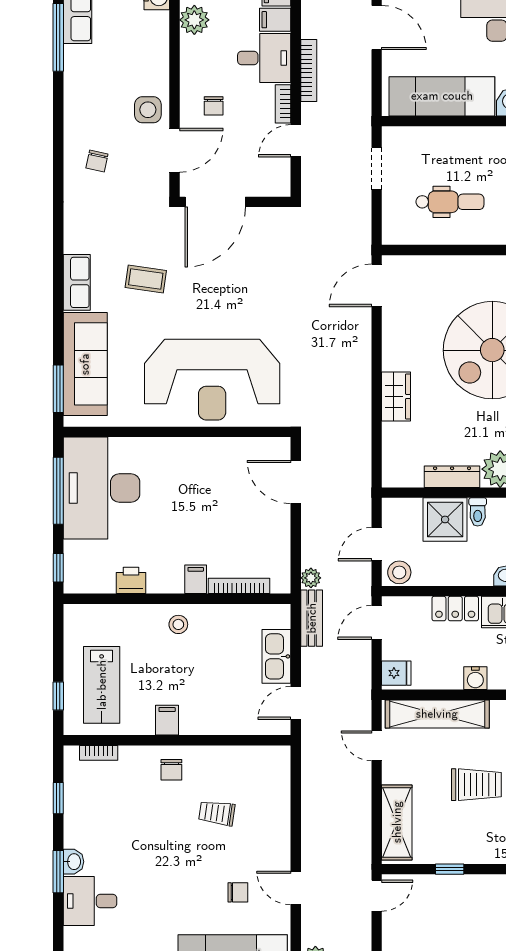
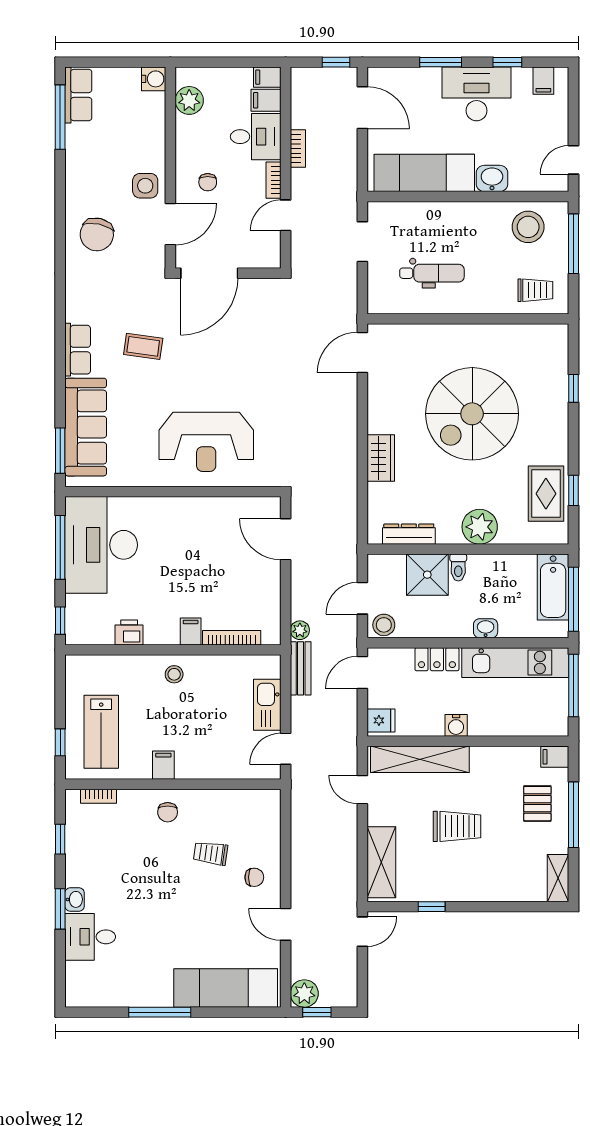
bookcase: (309, 71) -> (298, 149), width x0.64
chair: (97, 161) -> (97, 234), width x1.87, depth x1.87
reception desk: (212, 380) -> (206, 442), width x0.74, depth x0.77
dresser: (452, 477) -> (409, 534), moved
chair: (238, 892) -> (254, 877), moved

